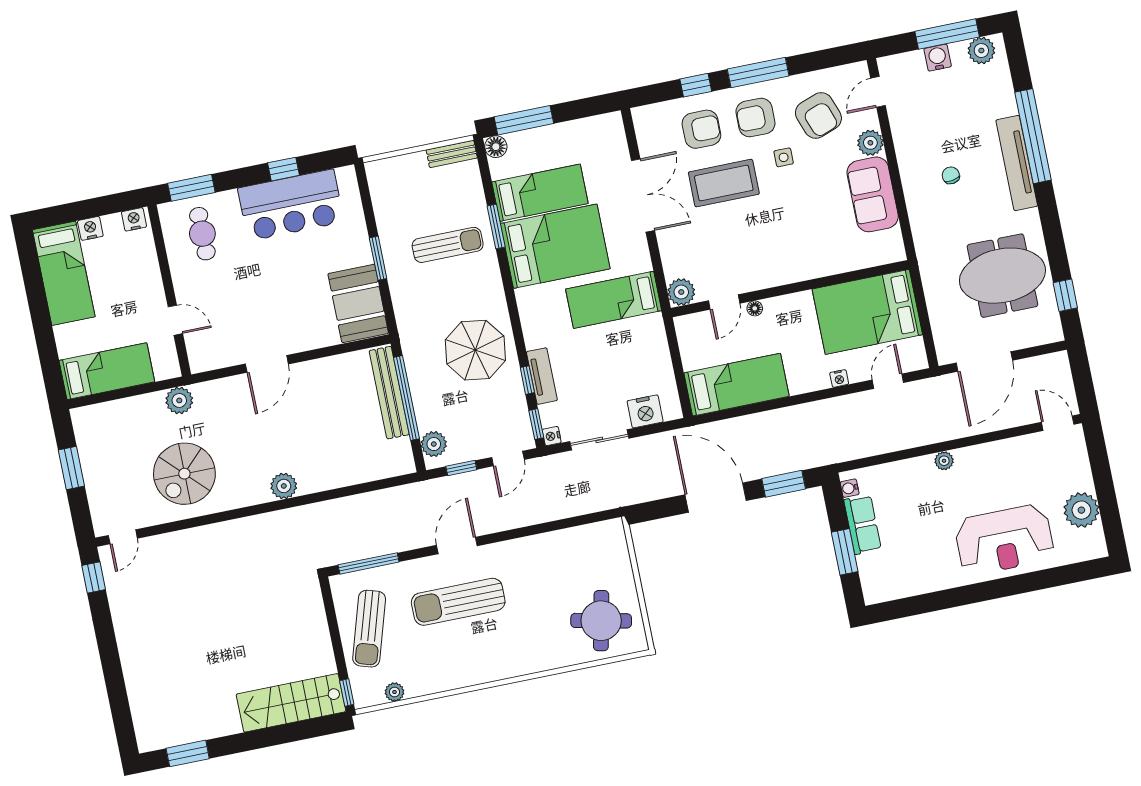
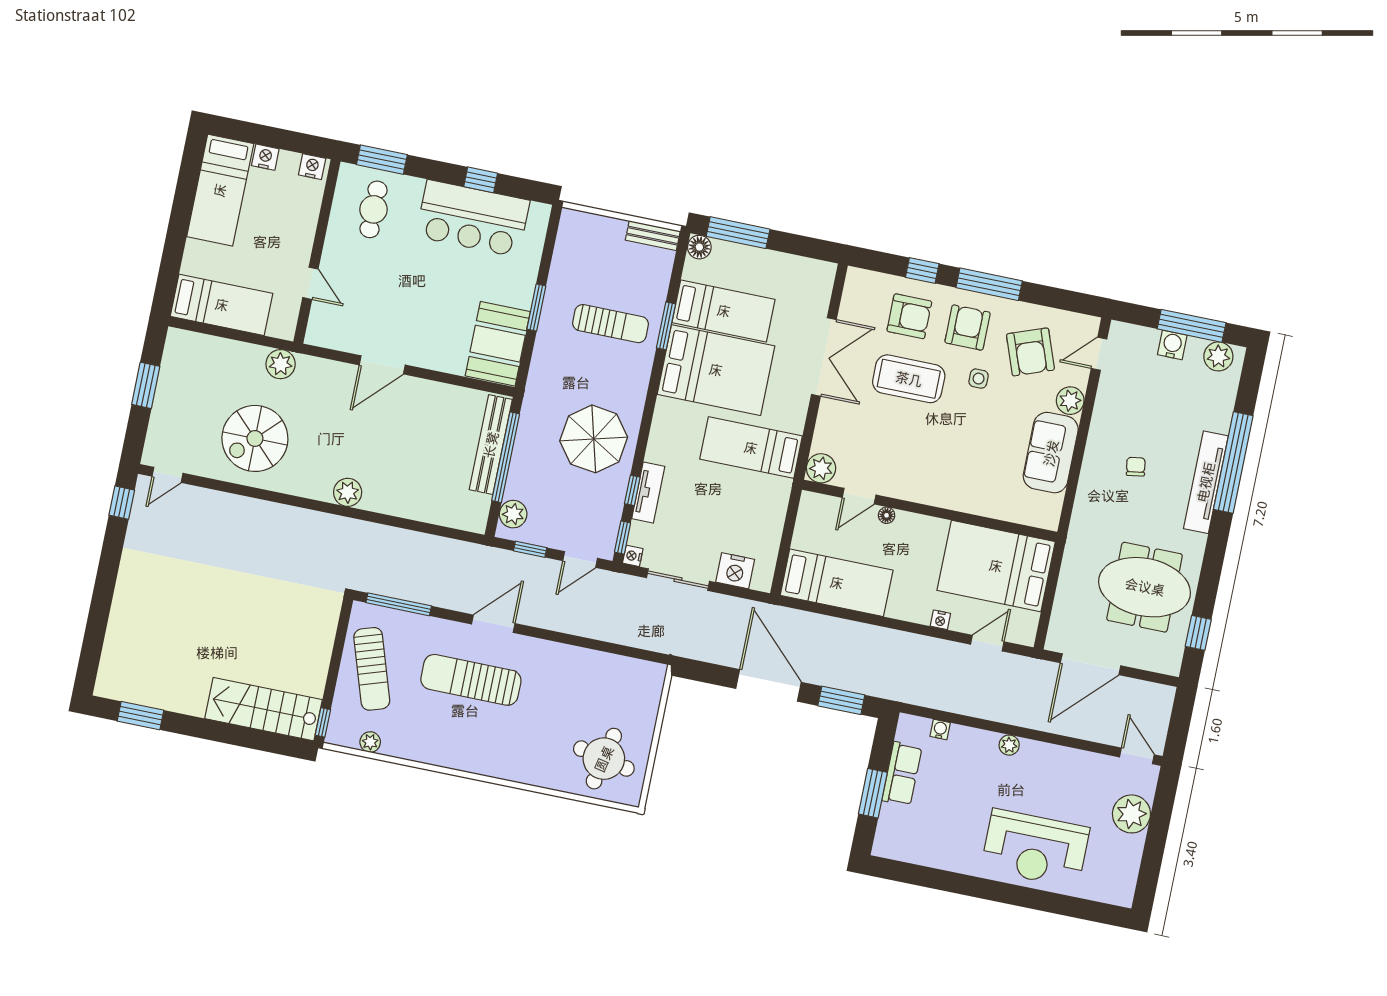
armchair: (755, 118) -> (968, 327), turned 90
water cooler: (850, 488) -> (940, 730), moved, turned 90
plant: (1081, 510) -> (1131, 814), moved
sun lounger: (369, 629) -> (372, 669), turned -35

